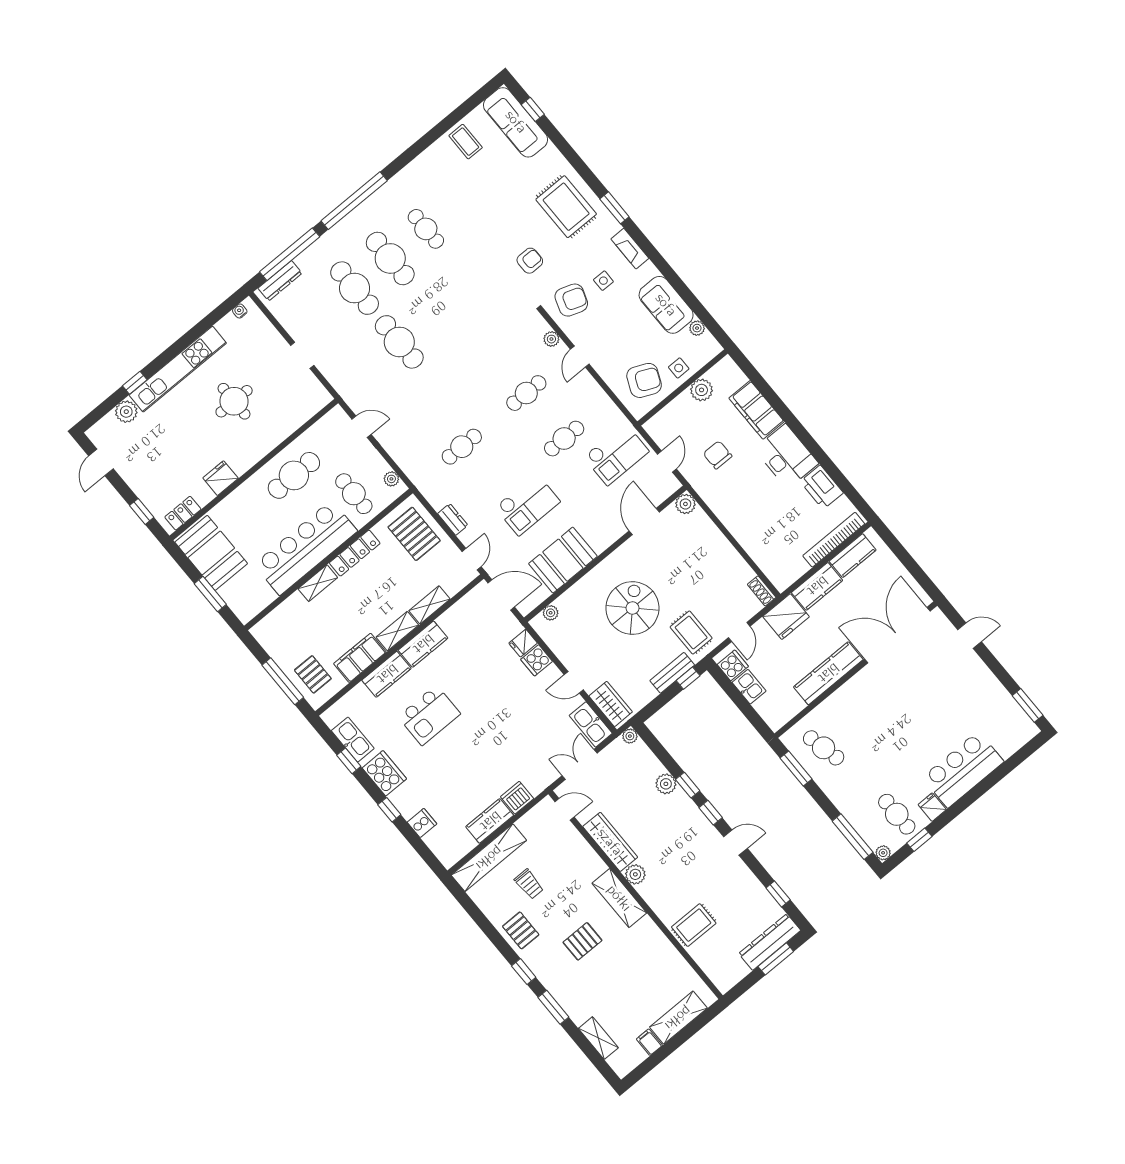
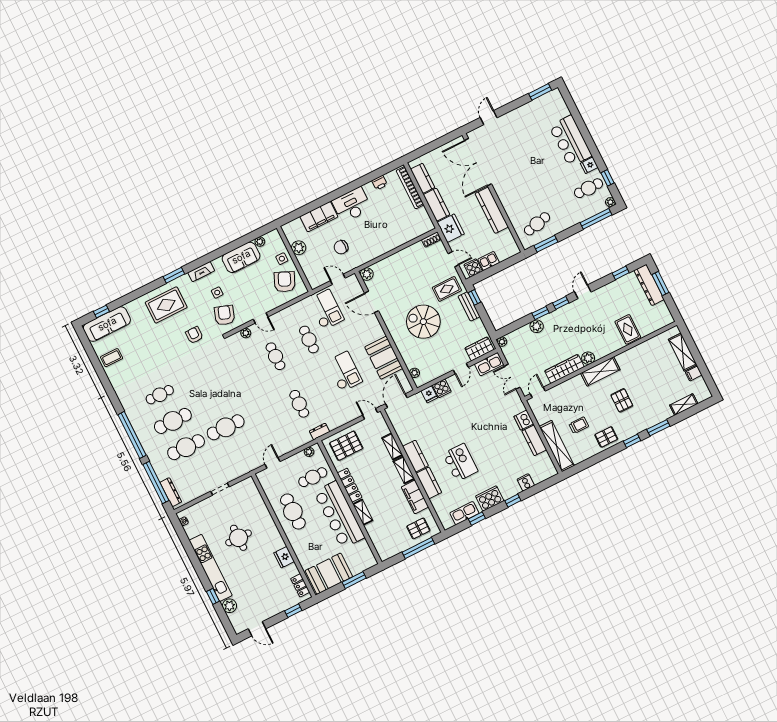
printer: (822, 487) -> (380, 183), width x0.53, depth x0.68
dresser: (453, 519) -> (320, 431), moved

